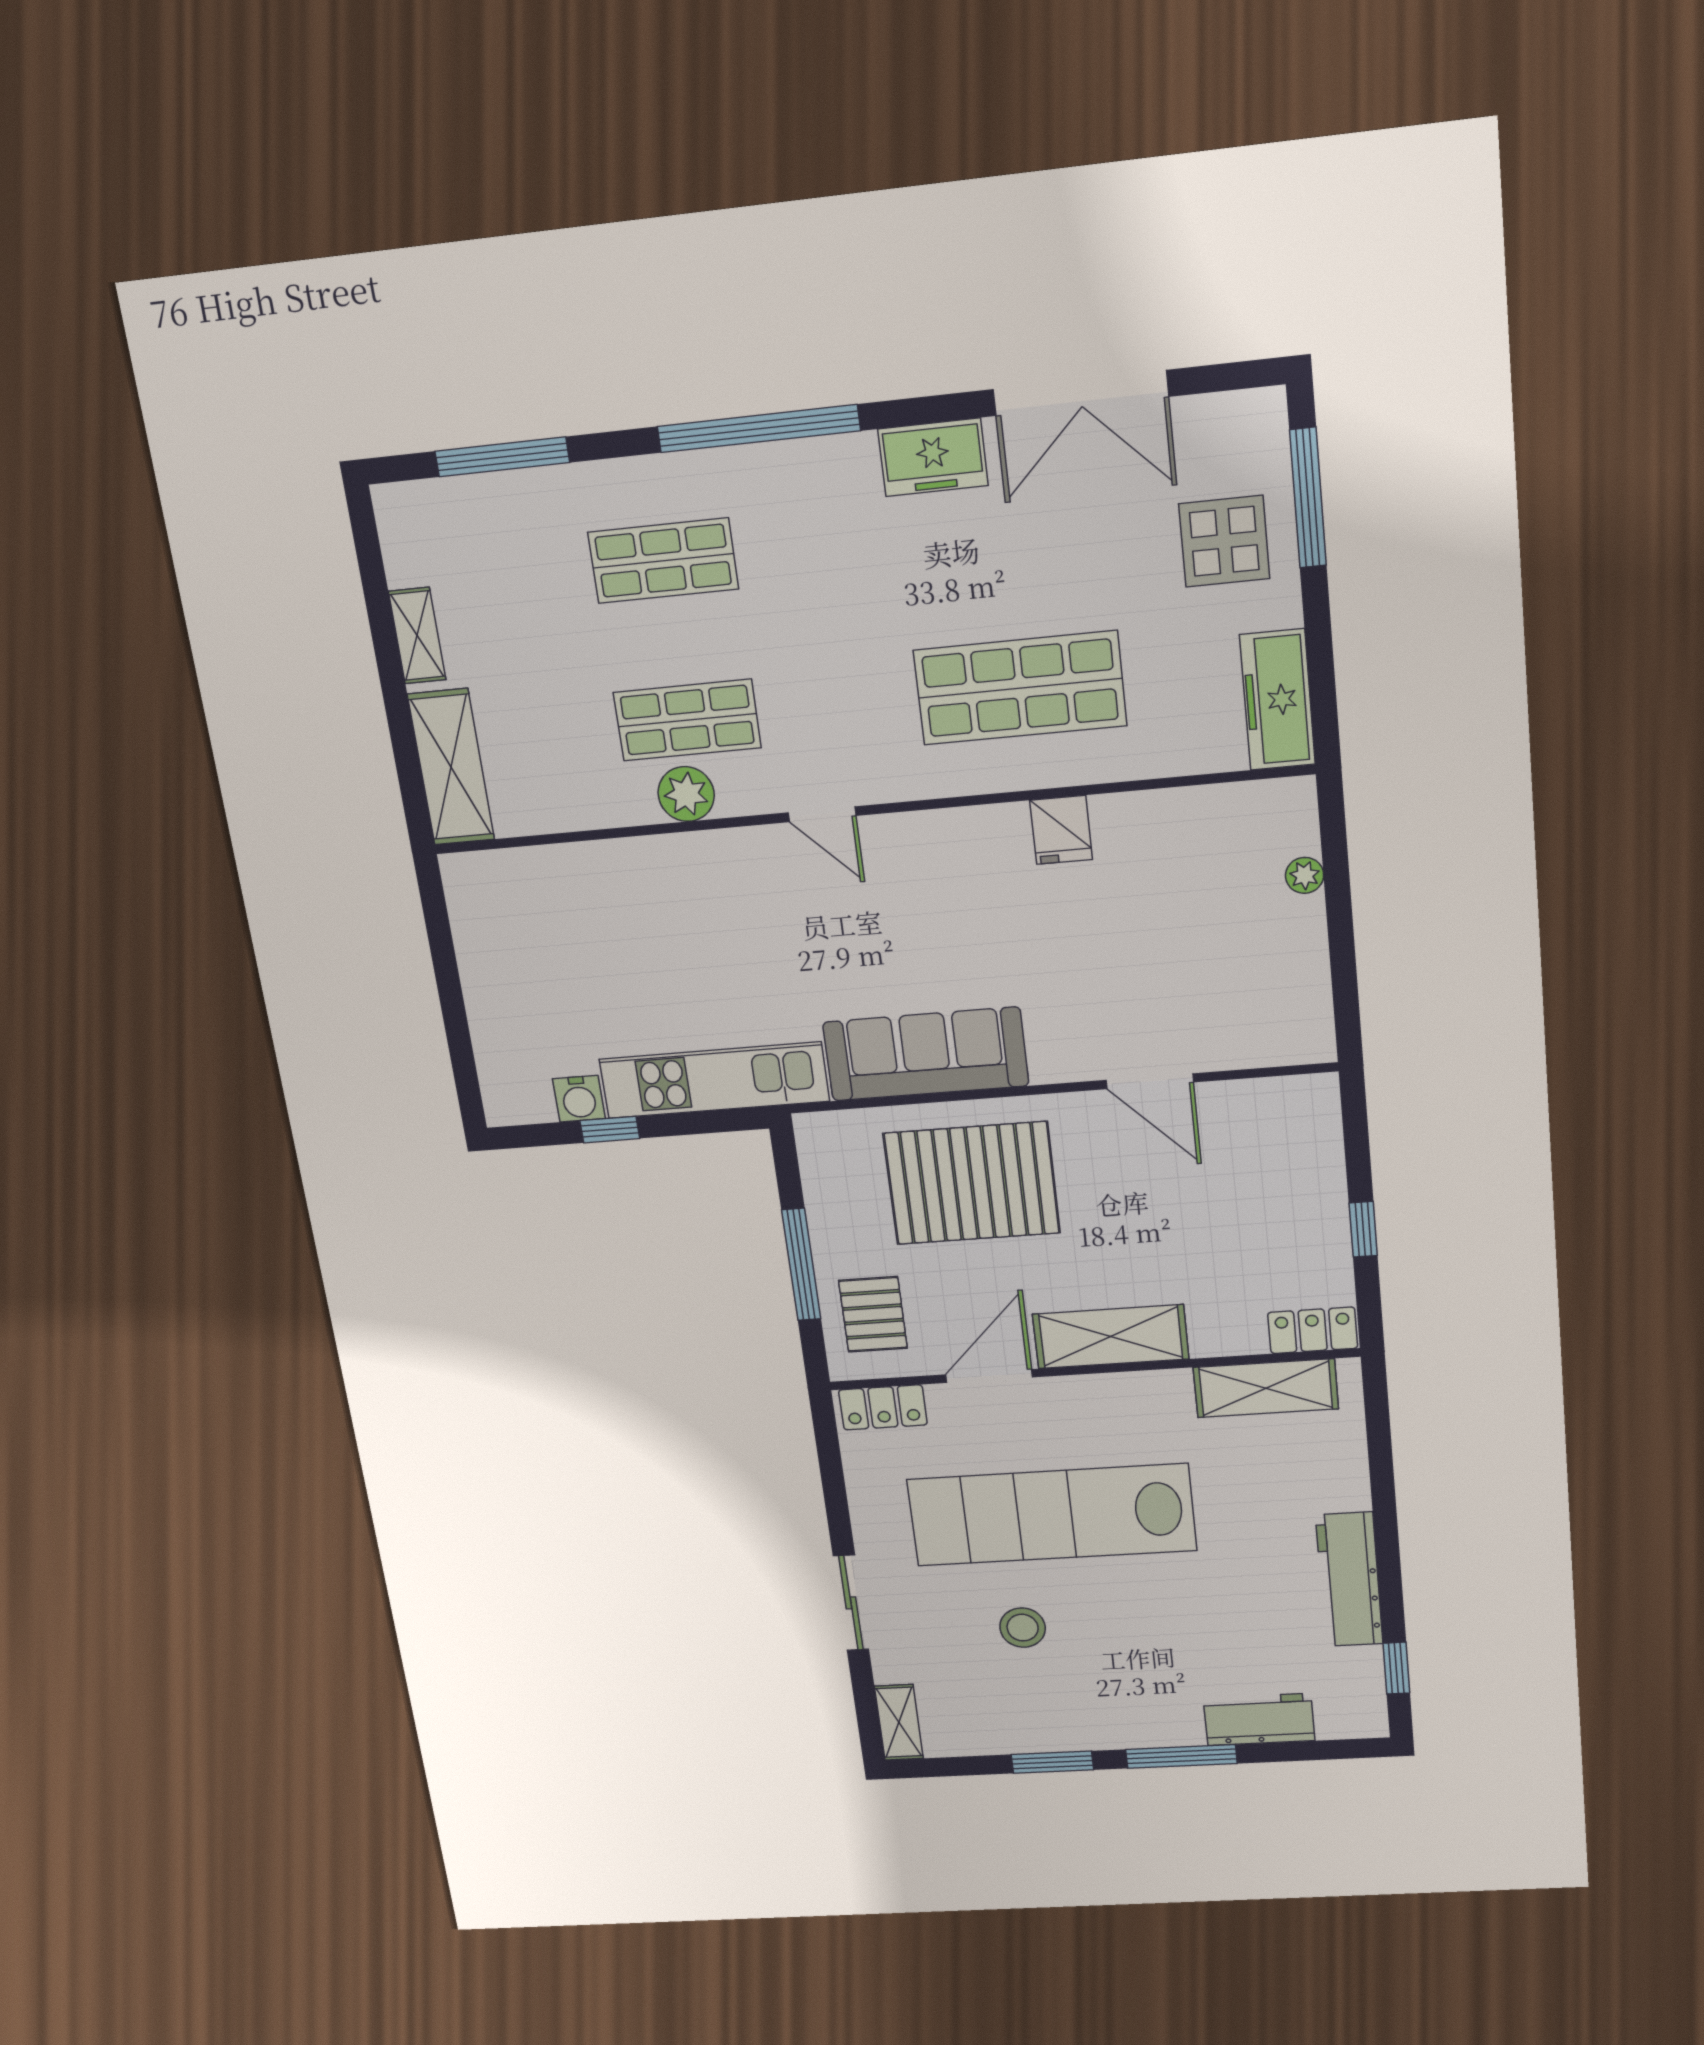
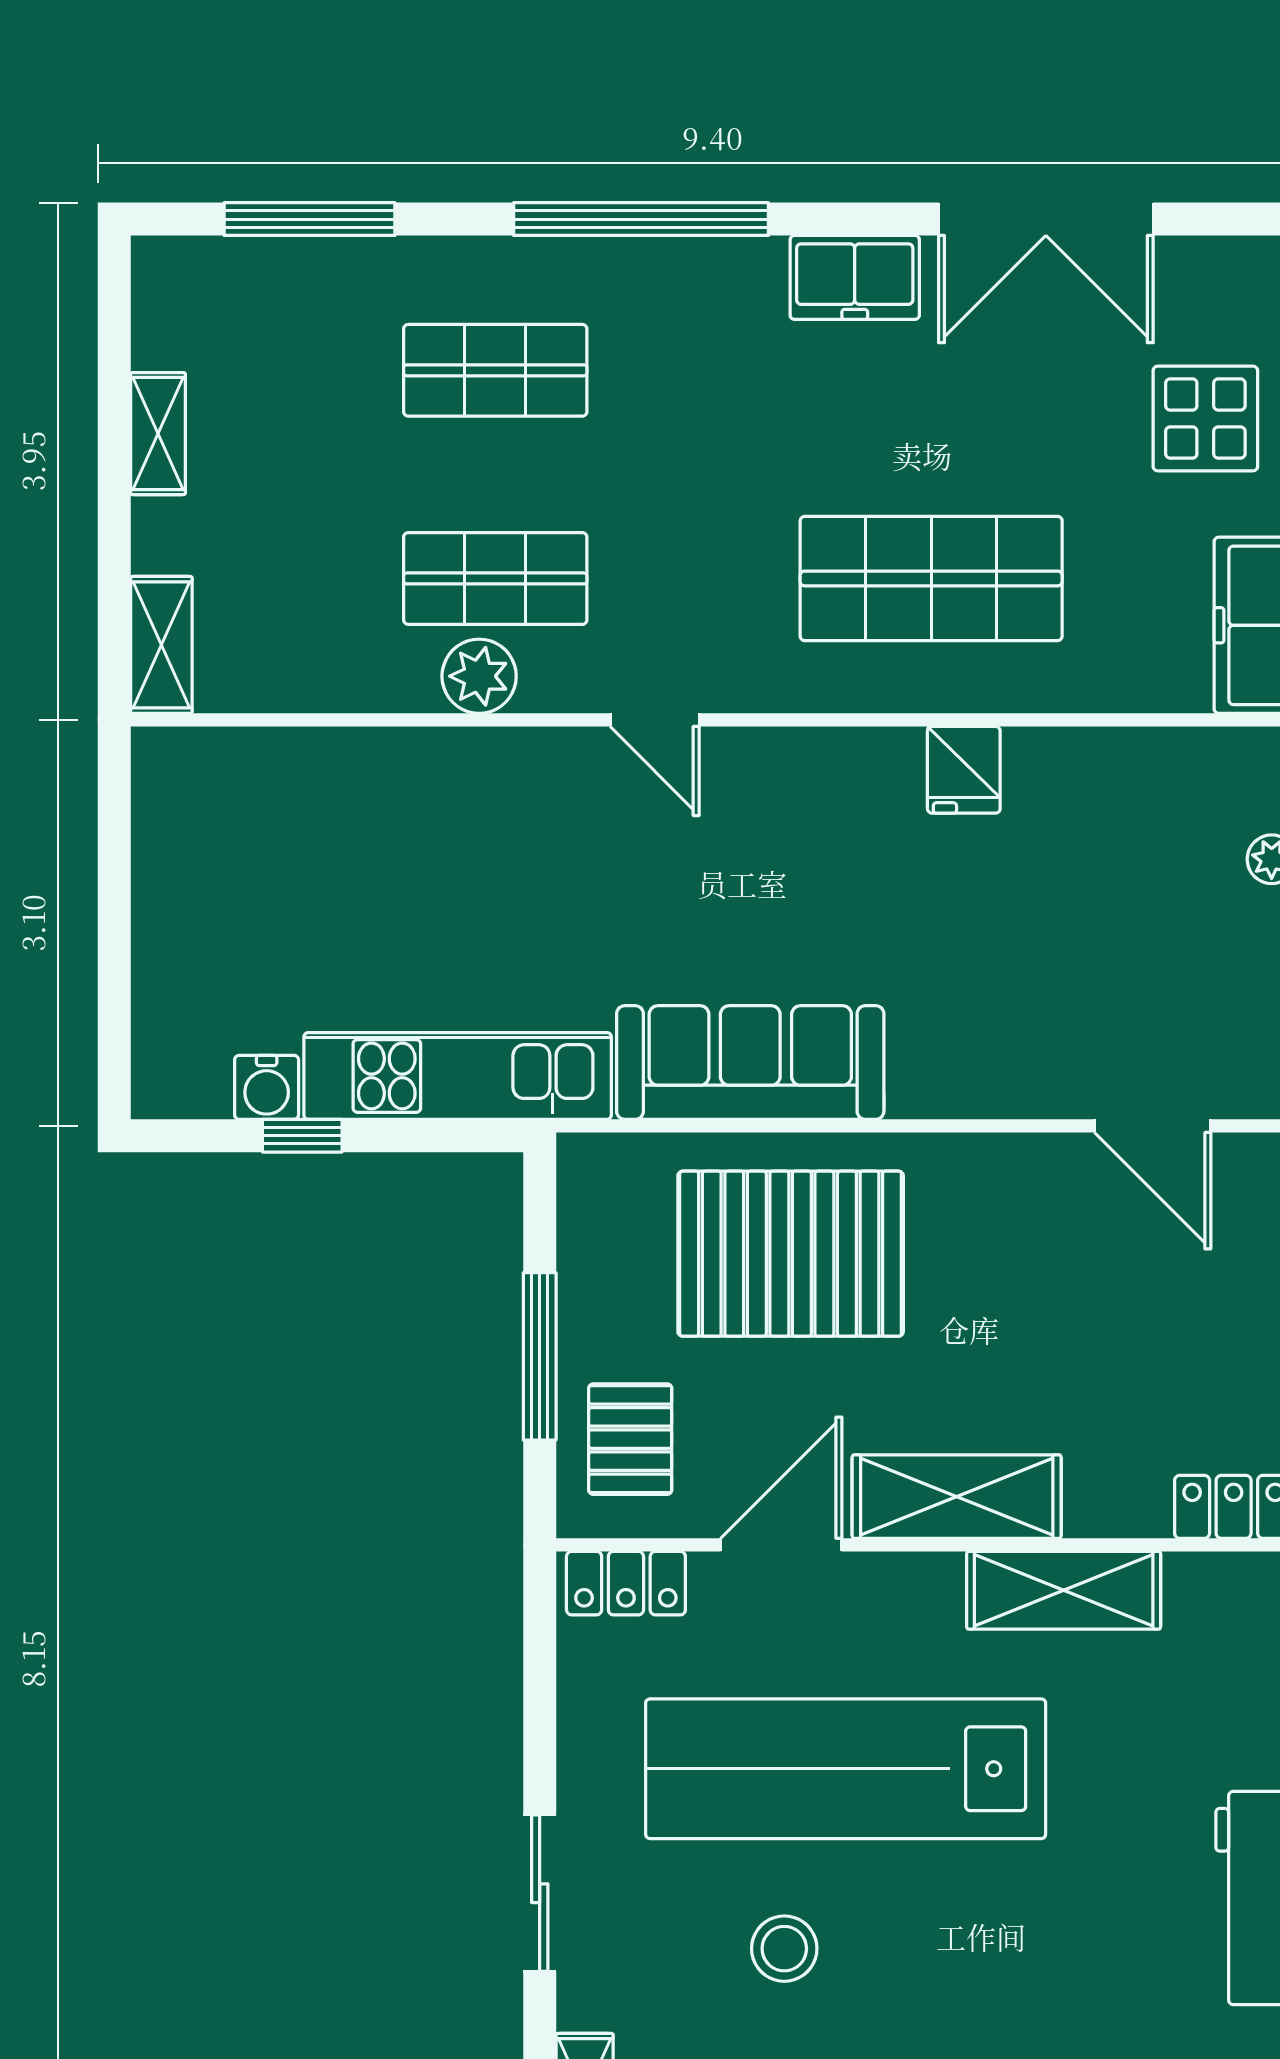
shelving: (451, 767) -> (161, 645), width x0.67, depth x0.75
door: (1150, 1081) -> (1153, 1126), moved
shelving: (1266, 1388) -> (1064, 1590), moved

